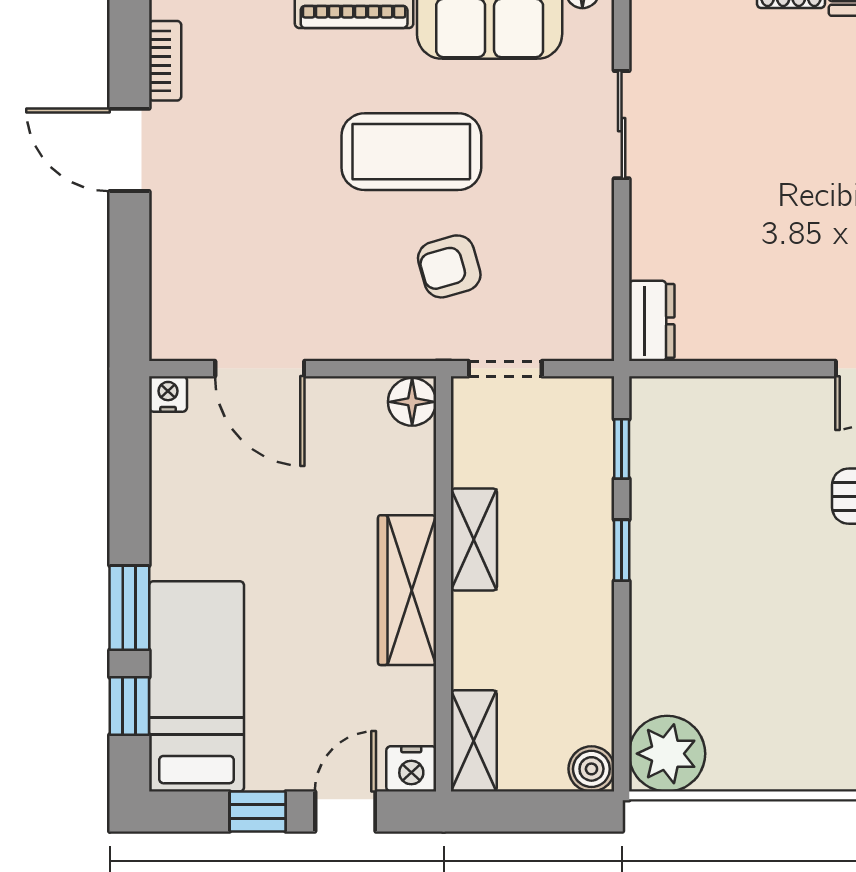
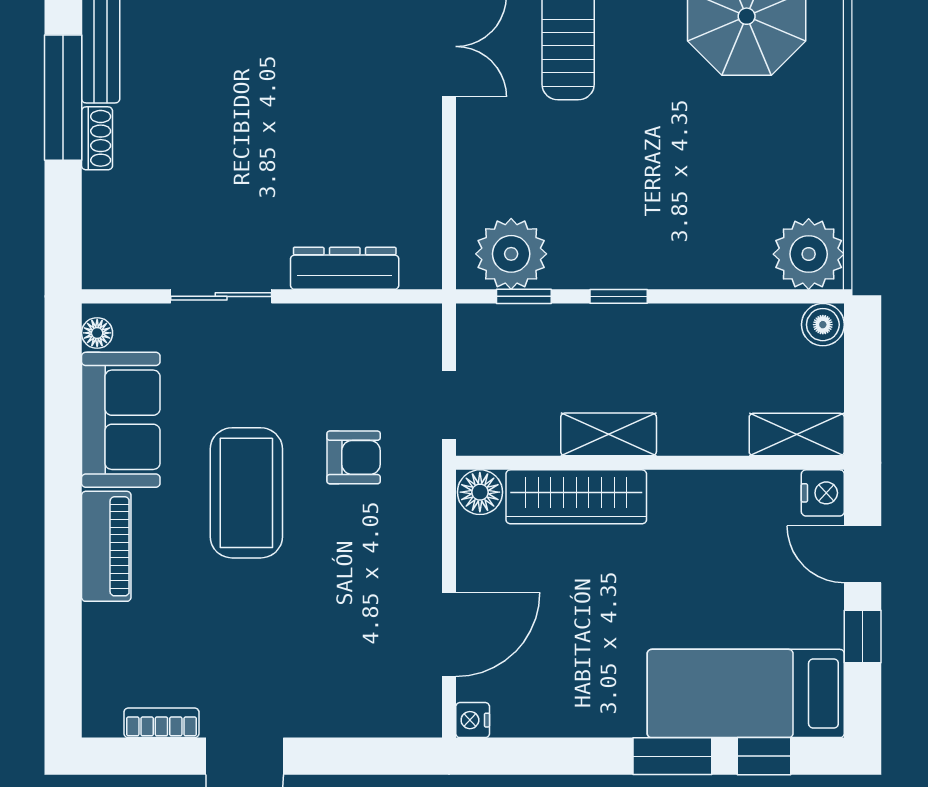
armchair: (449, 266) -> (354, 457), turned -74
dresser: (652, 321) -> (345, 268), moved, width x1.44
plant: (667, 435) -> (511, 254), added
wardrobe: (407, 590) -> (576, 497), moved

